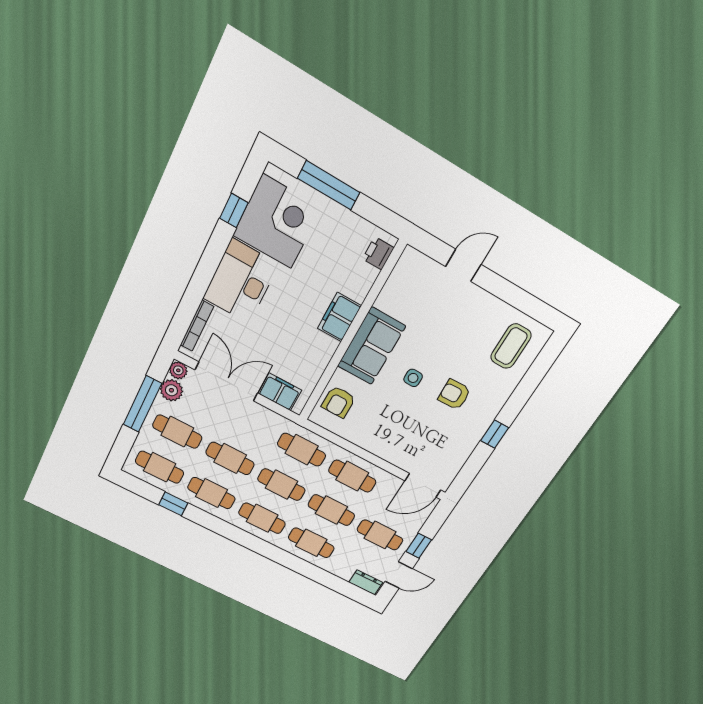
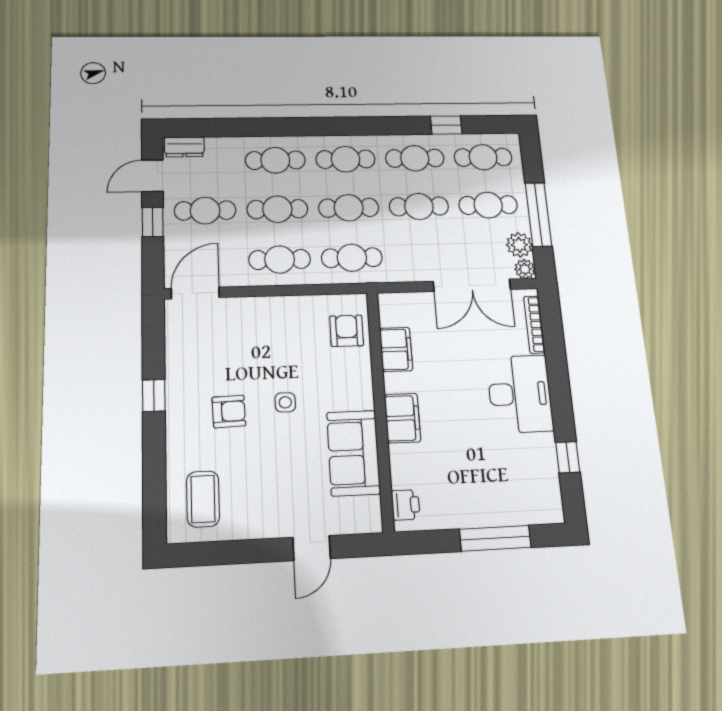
corner desk: (277, 222) -> (522, 473), removed
sofa: (371, 346) -> (353, 453), moved
filing cabinet: (280, 392) -> (396, 349), moved, turned -90

